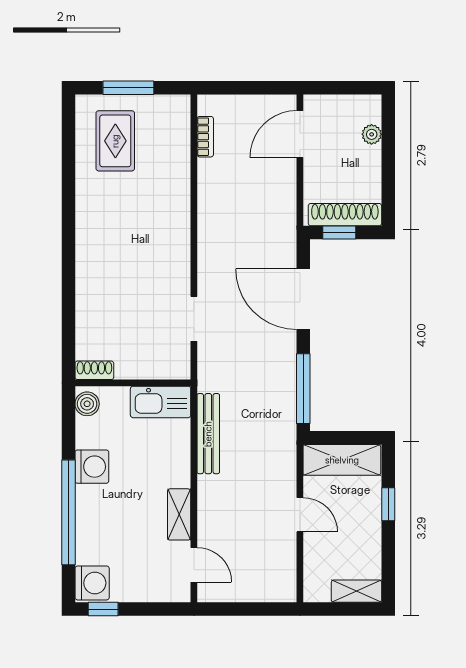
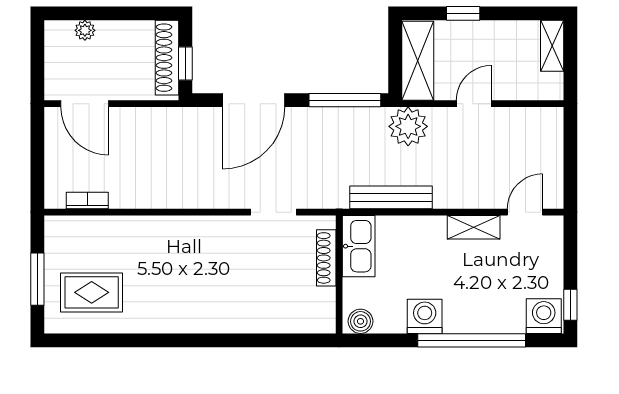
shoe rack: (94, 370) -> (326, 258), moved, width x1.43
plant: (278, 450) -> (408, 126), added

